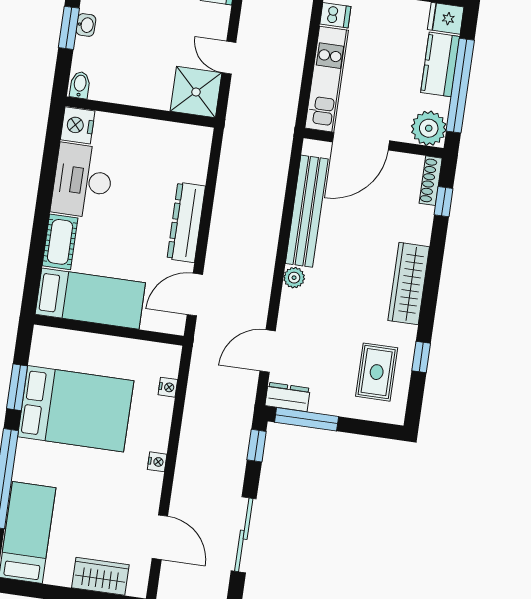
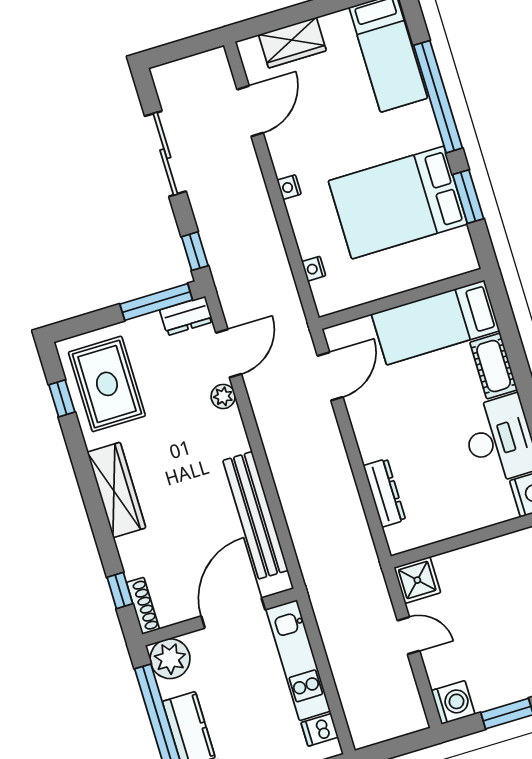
shower: (196, 92) -> (417, 580), width x0.73, depth x0.73
dresser: (186, 222) -> (384, 493), moved, width x0.73, depth x0.80
plant: (294, 278) -> (223, 396), moved
window: (421, 357) -> (62, 398), moved
rug: (377, 372) -> (107, 384), width x1.36, depth x1.43
door: (160, 537) -> (250, 111), swing flipped

